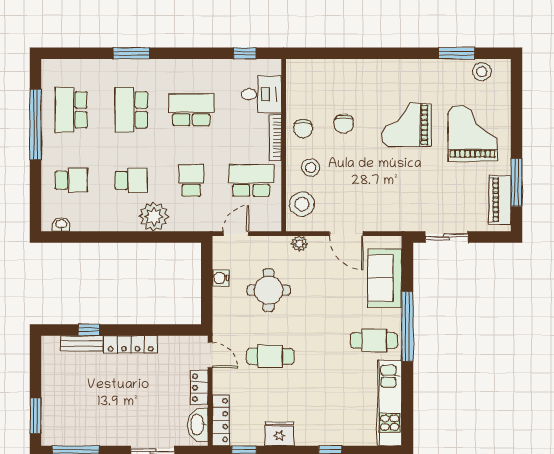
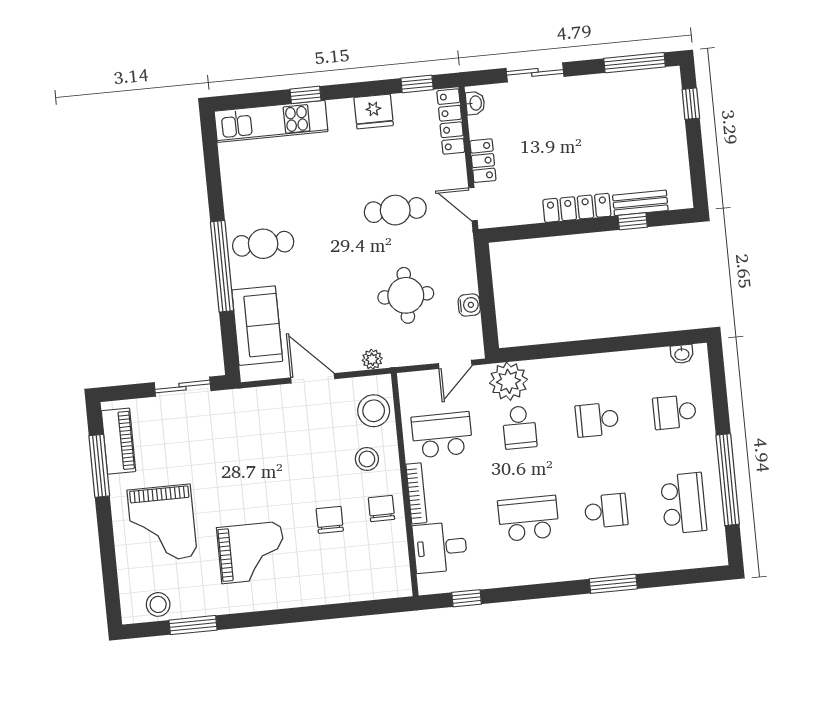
school desk: (131, 110) -> (606, 511), width x0.54
school desk: (191, 110) -> (528, 518), turned 180
grand piano: (406, 125) -> (252, 552), moved
school desk: (251, 180) -> (442, 435), turned 180
plant: (154, 217) -> (509, 381), moved
kitchen unit: (390, 403) -> (271, 121), moved, turned 90
window: (36, 416) -> (691, 104), width x0.67
washbasin: (198, 425) -> (475, 103), width x0.52, depth x0.69

